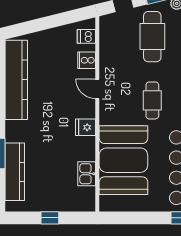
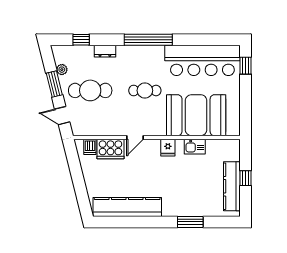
cooker: (87, 60) -> (110, 149), width x1.87, depth x1.31
kitchen counter: (15, 172) -> (232, 186), moved, turned -90
kitchen sink: (87, 174) -> (195, 147), moved

